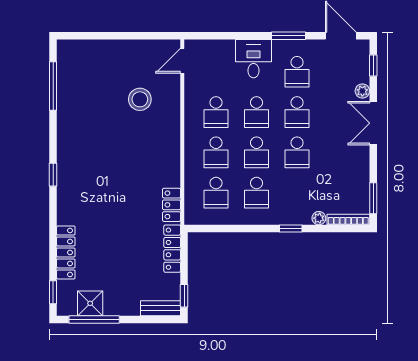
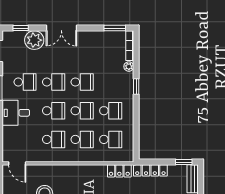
plant: (362, 91) -> (34, 40), width x1.87, depth x1.87

